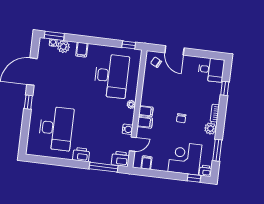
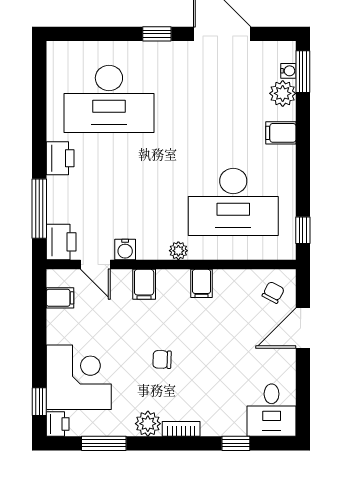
filing cabinet: (146, 111) -> (202, 283), moved

